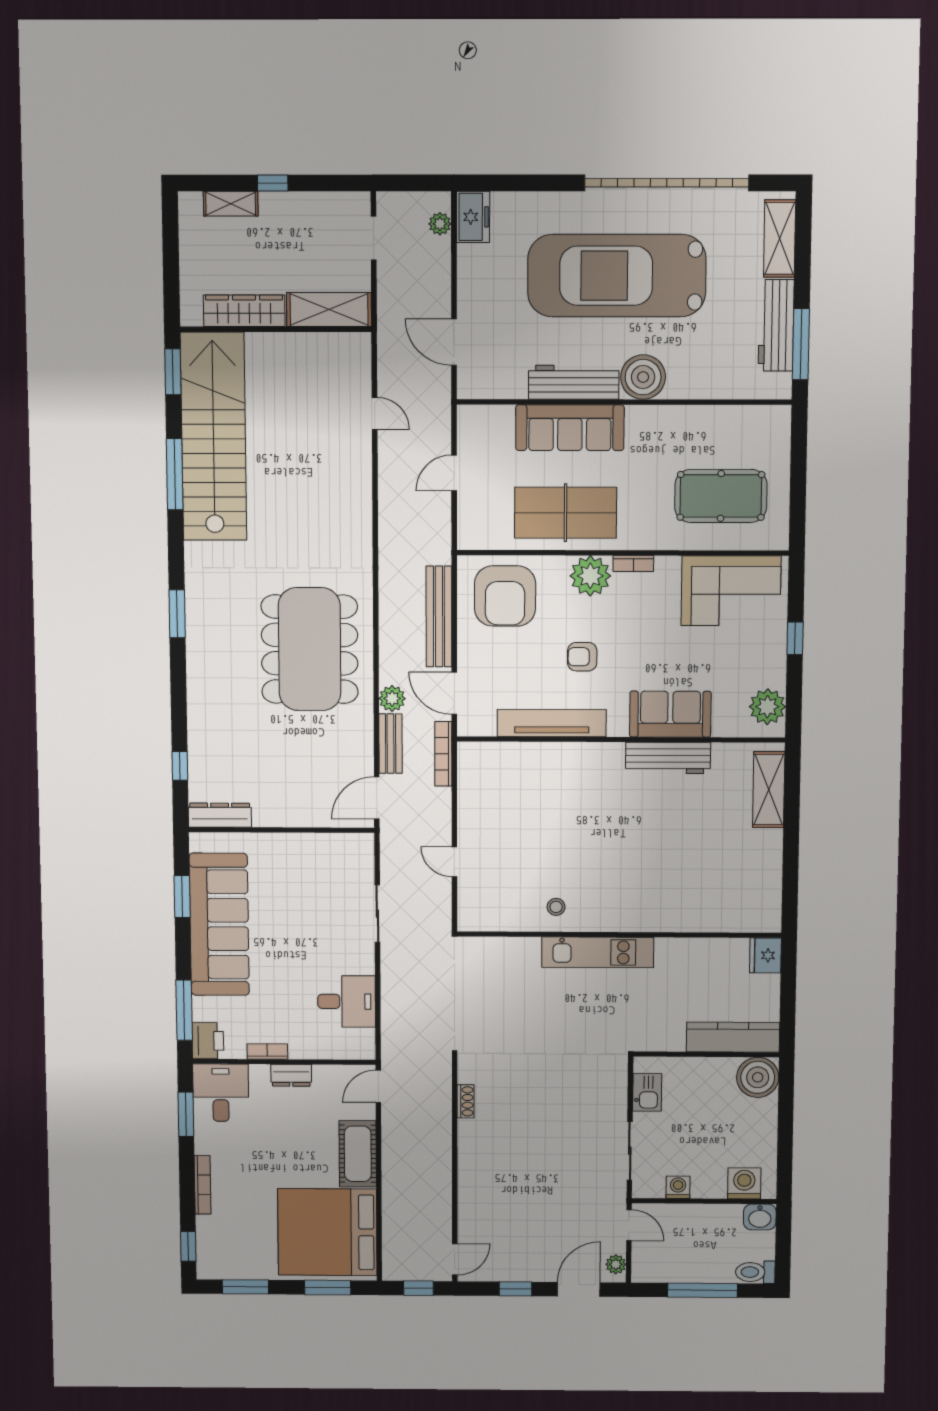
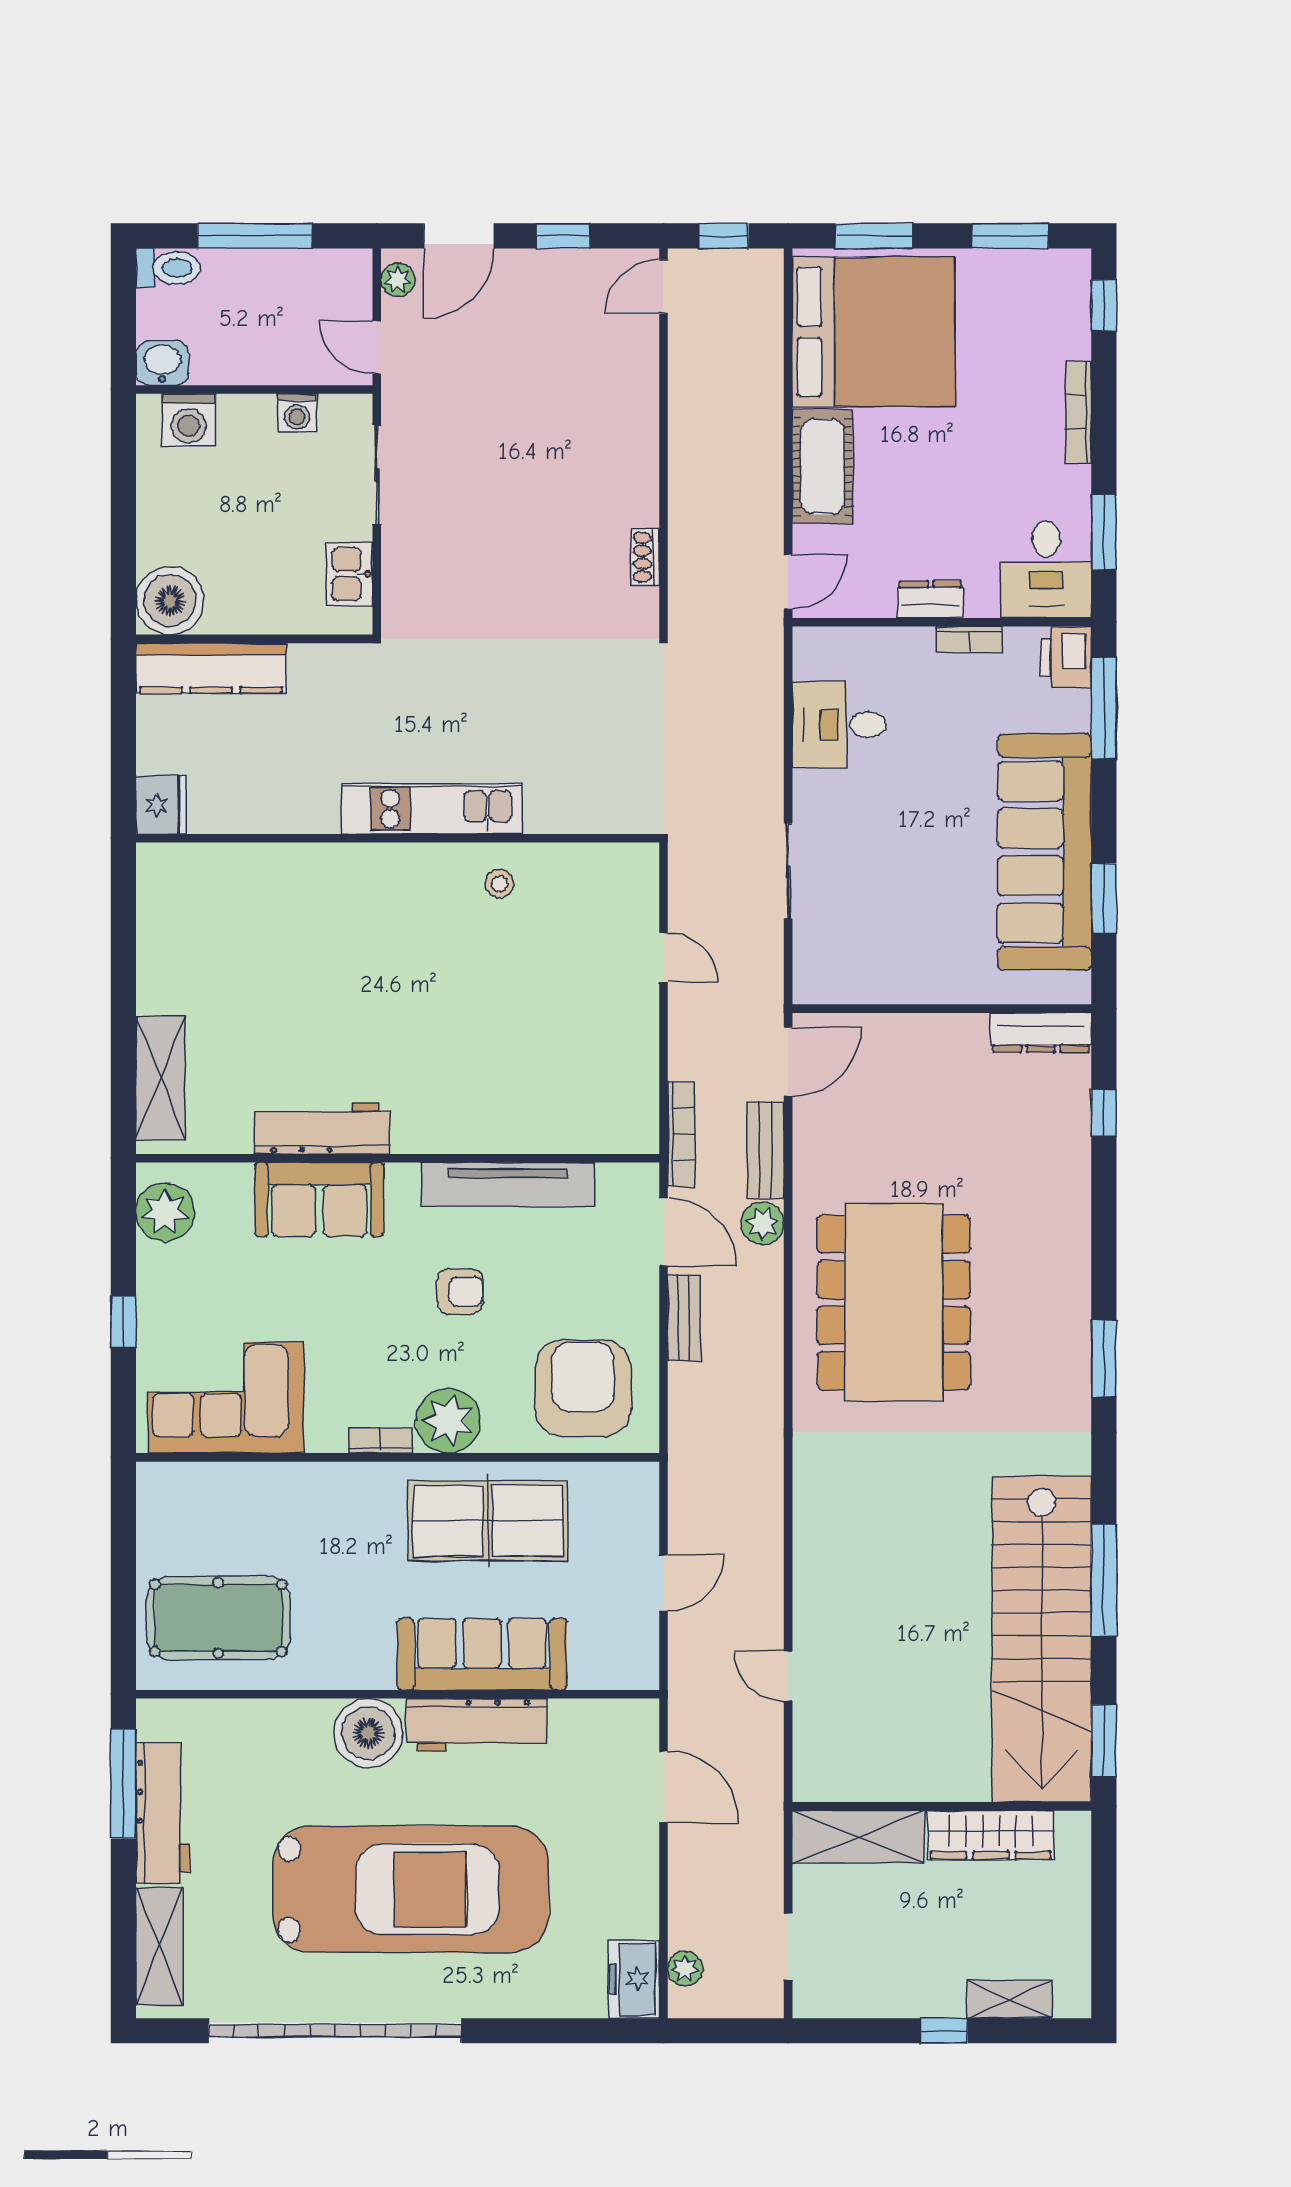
pool table: (721, 496) -> (218, 1618), moved
bench: (439, 616) -> (684, 1318), width x0.54, depth x0.82

